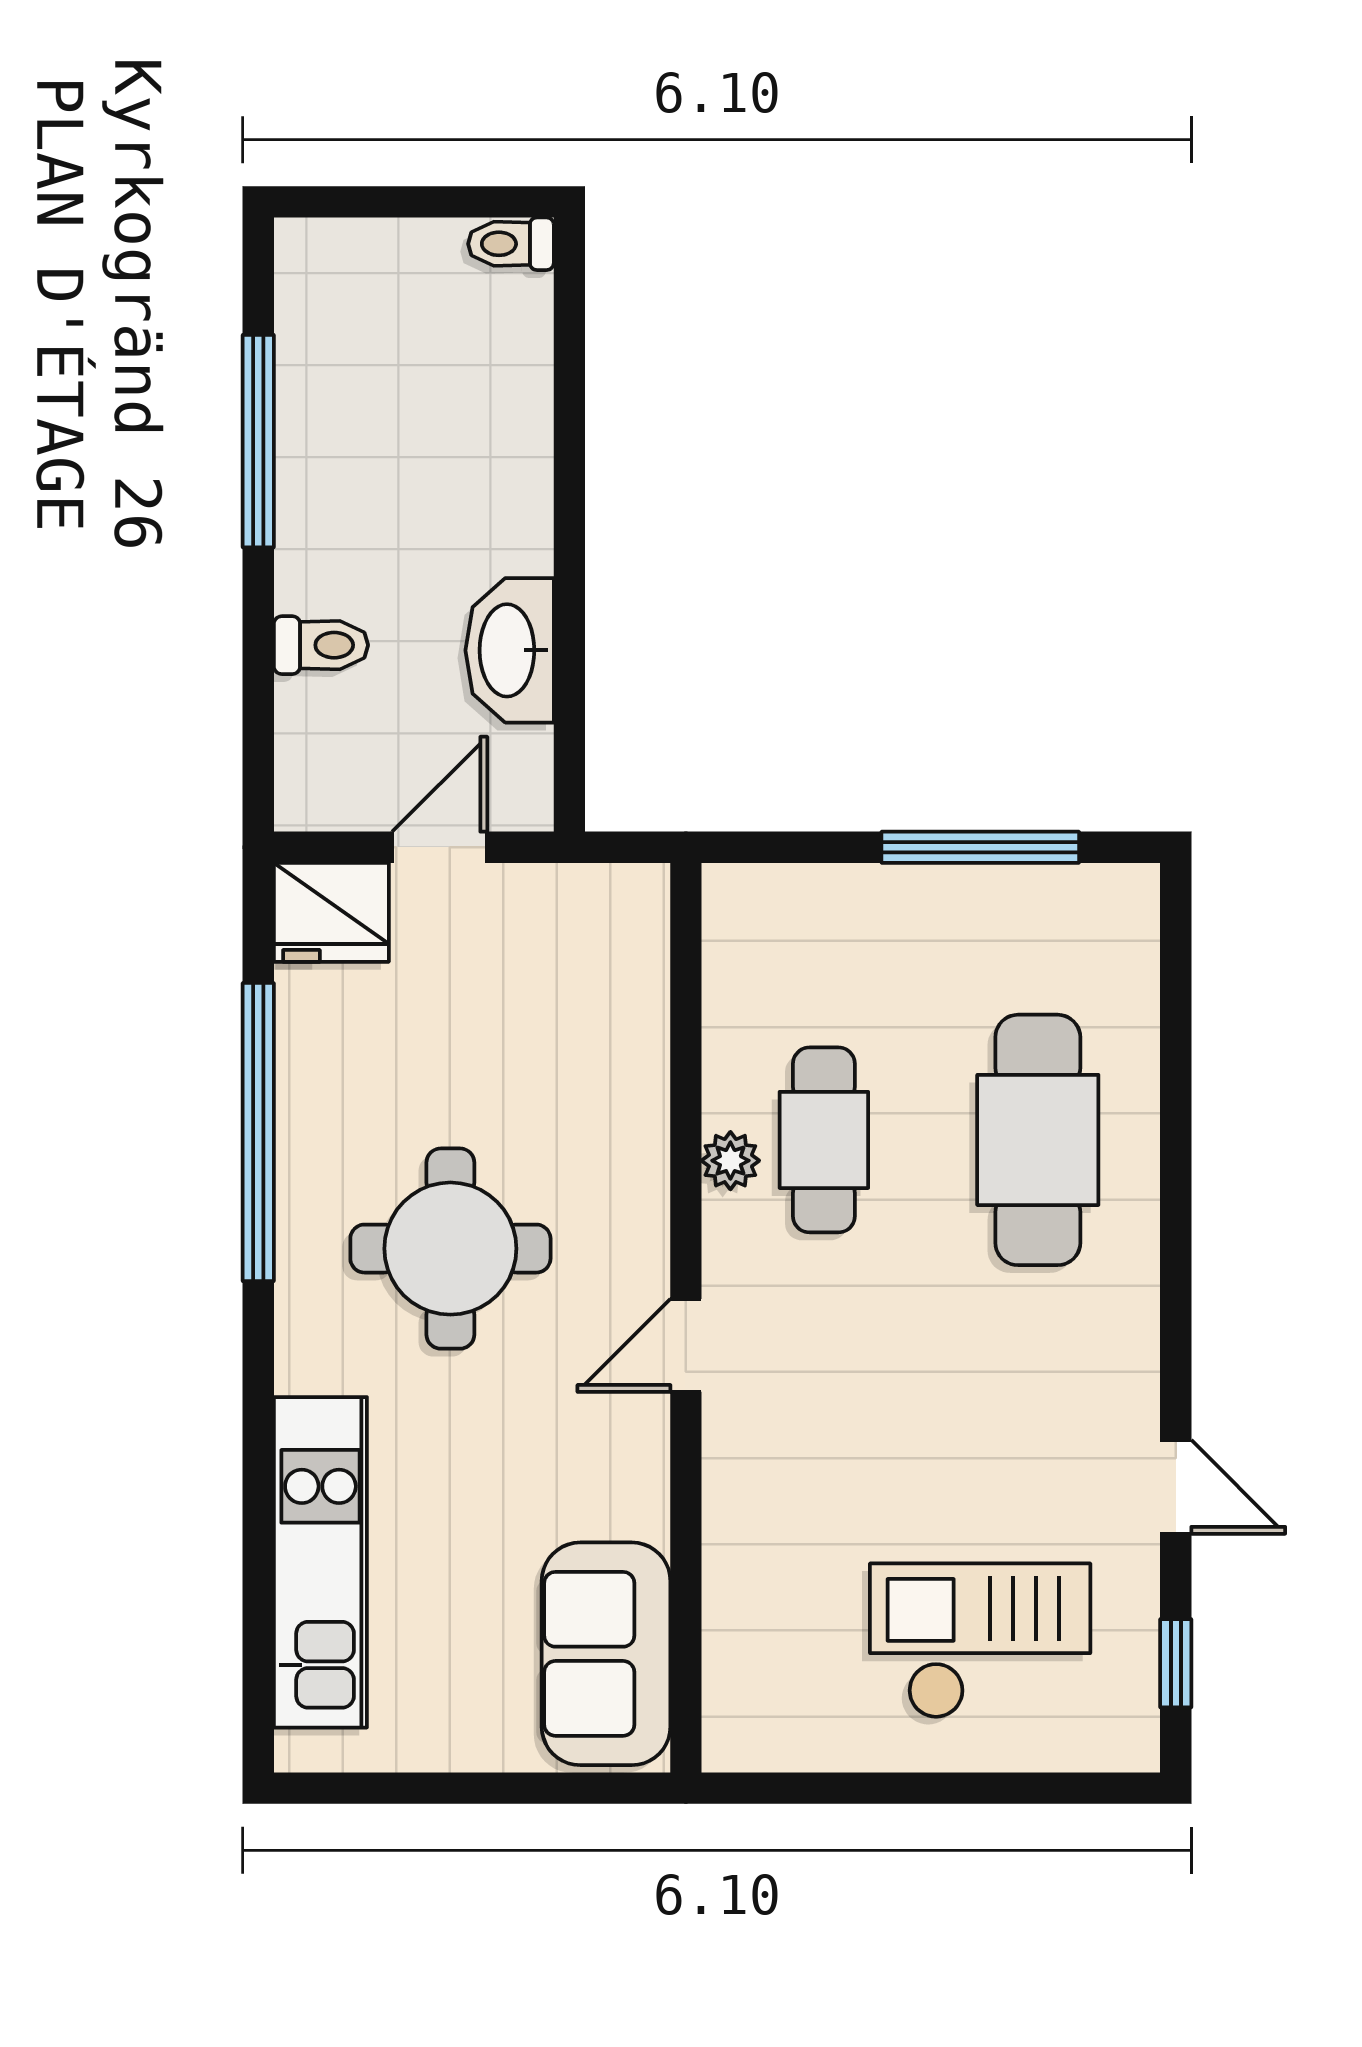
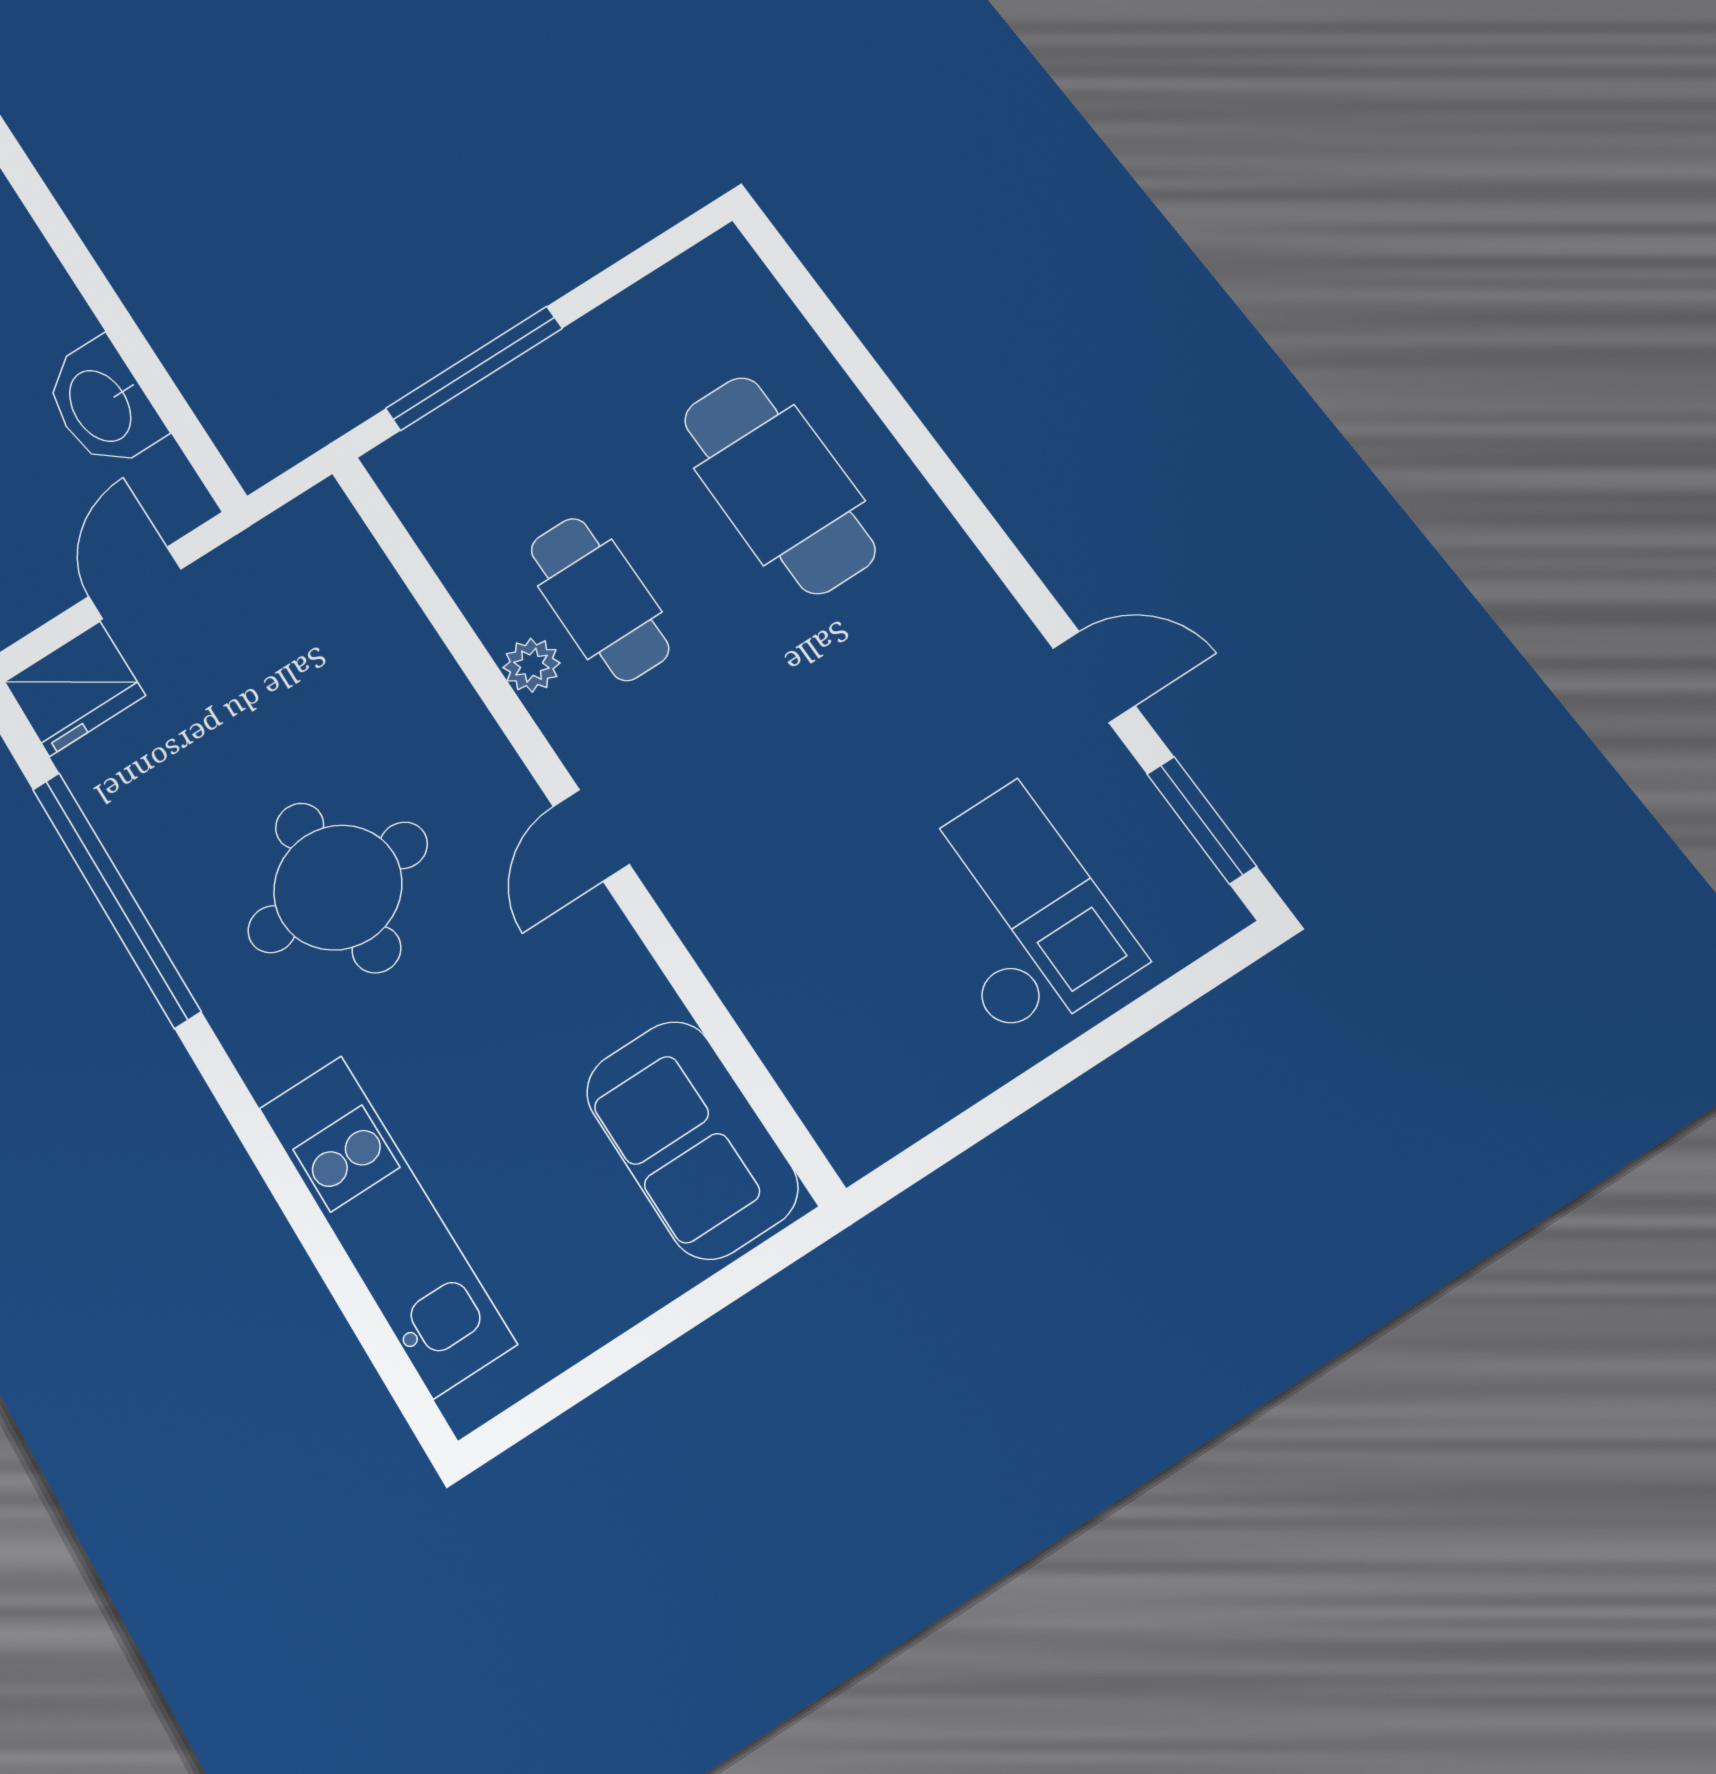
window: (980, 847) -> (474, 368), moved
checkout: (980, 1641) -> (1016, 913), turned 90
window: (1176, 1663) -> (1202, 820), width x1.50

